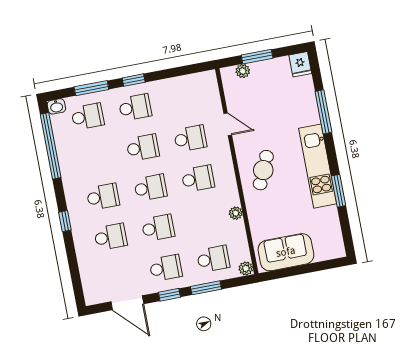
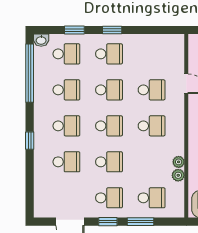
window: (91, 88) -> (74, 30), width x0.67
school desk: (95, 157) -> (66, 90), added
plant: (246, 268) -> (178, 175), moved

